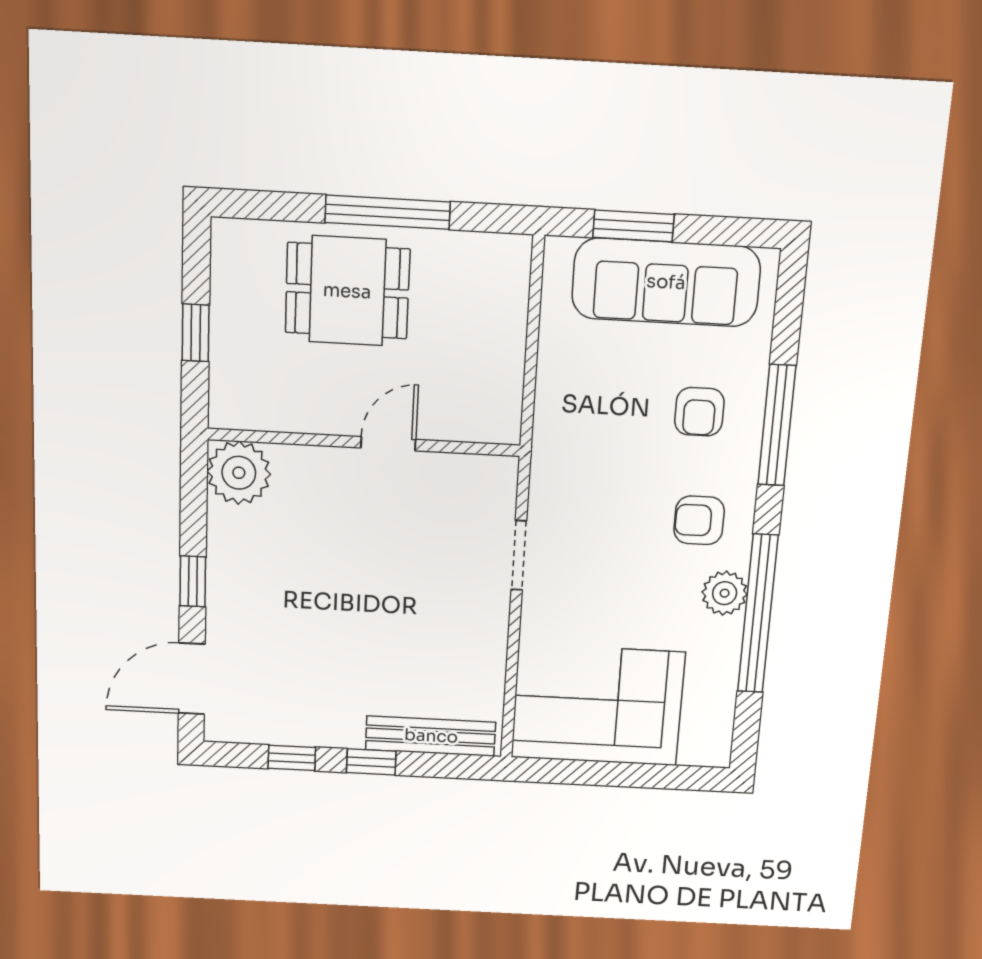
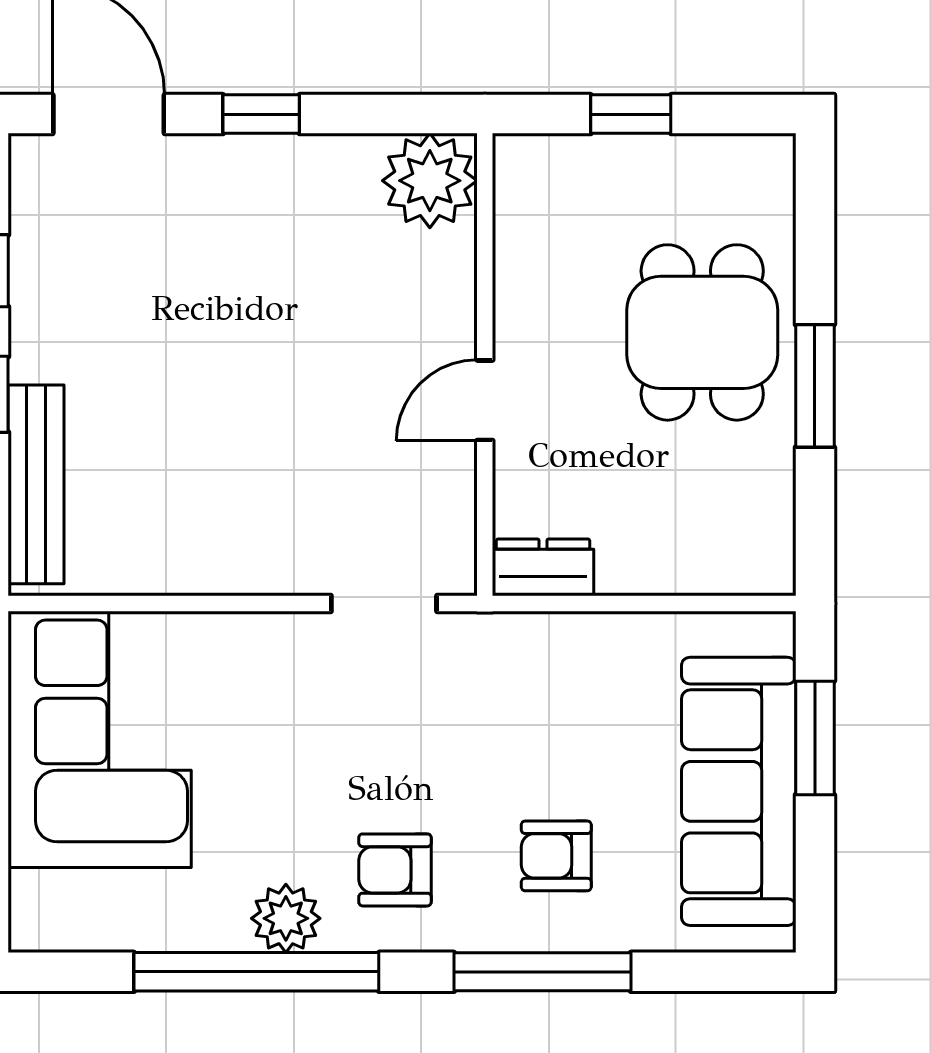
window: (388, 212) -> (815, 386), width x0.69
dresser: (503, 410) -> (543, 567), added
door: (388, 444) -> (485, 400), swing flipped
armchair: (699, 520) -> (395, 870), turned -90
doorway: (519, 555) -> (384, 604), moved

